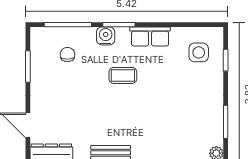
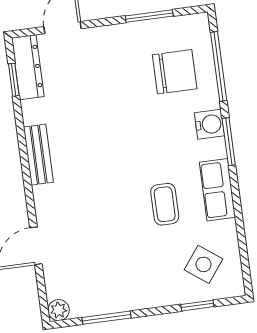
side table: (199, 52) -> (203, 264), turned 37
chair: (67, 54) -> (175, 72), width x1.87, depth x1.87
coffee table: (123, 75) -> (165, 204), moved

